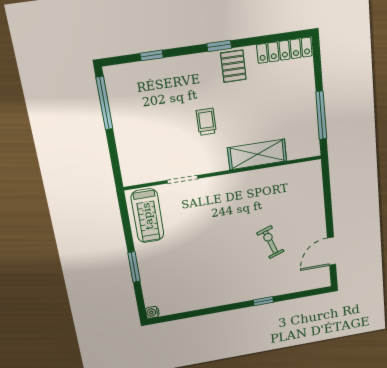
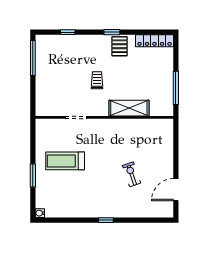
treadmill: (147, 216) -> (65, 161), moved, turned 90
window: (263, 301) -> (106, 220), moved

